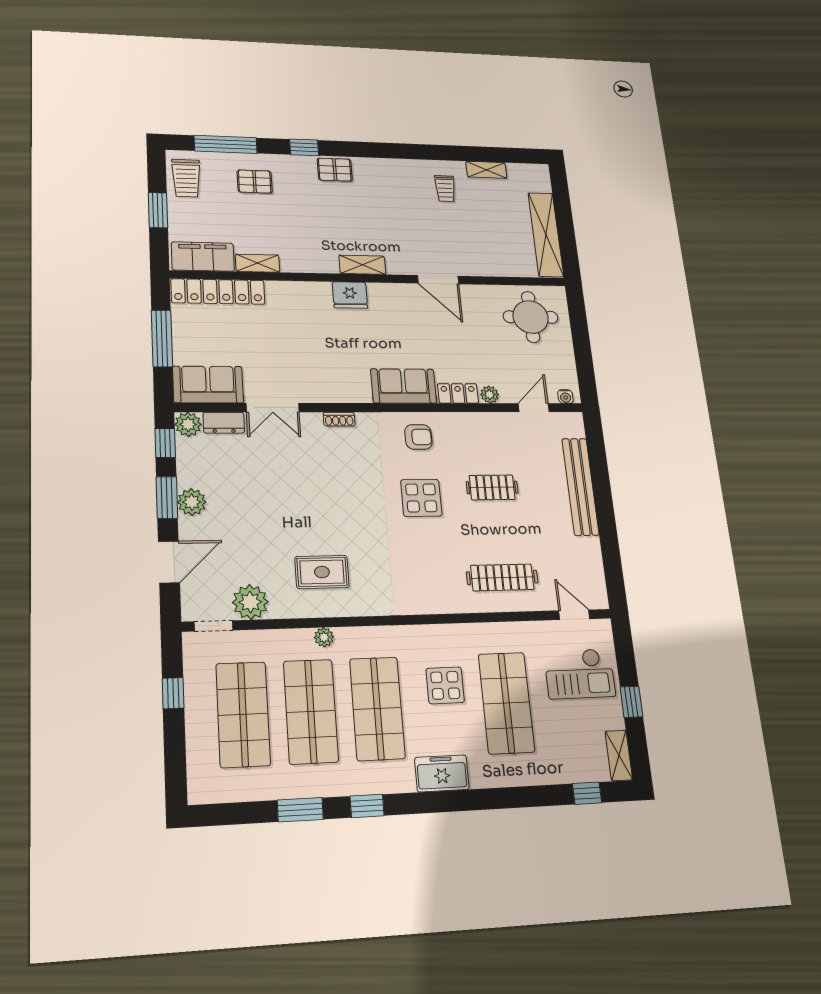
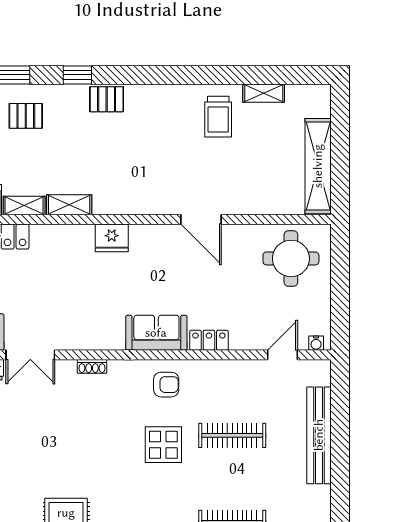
trolley: (445, 188) -> (218, 117), width x1.36, depth x1.39
shelving: (362, 265) -> (69, 205), moved
plant: (490, 395) -> (240, 341), removed
clothes rail: (492, 487) -> (232, 435), width x1.36

